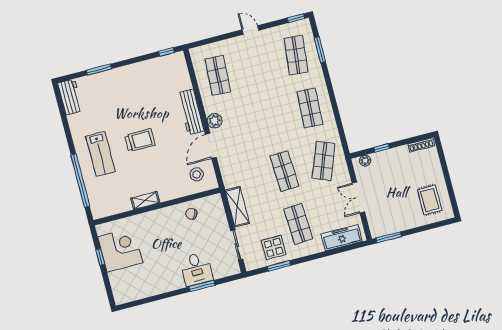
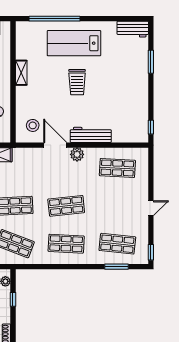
shop shelf: (271, 118) -> (66, 206), added
lab bench: (100, 154) -> (74, 43), width x1.36, depth x1.39

